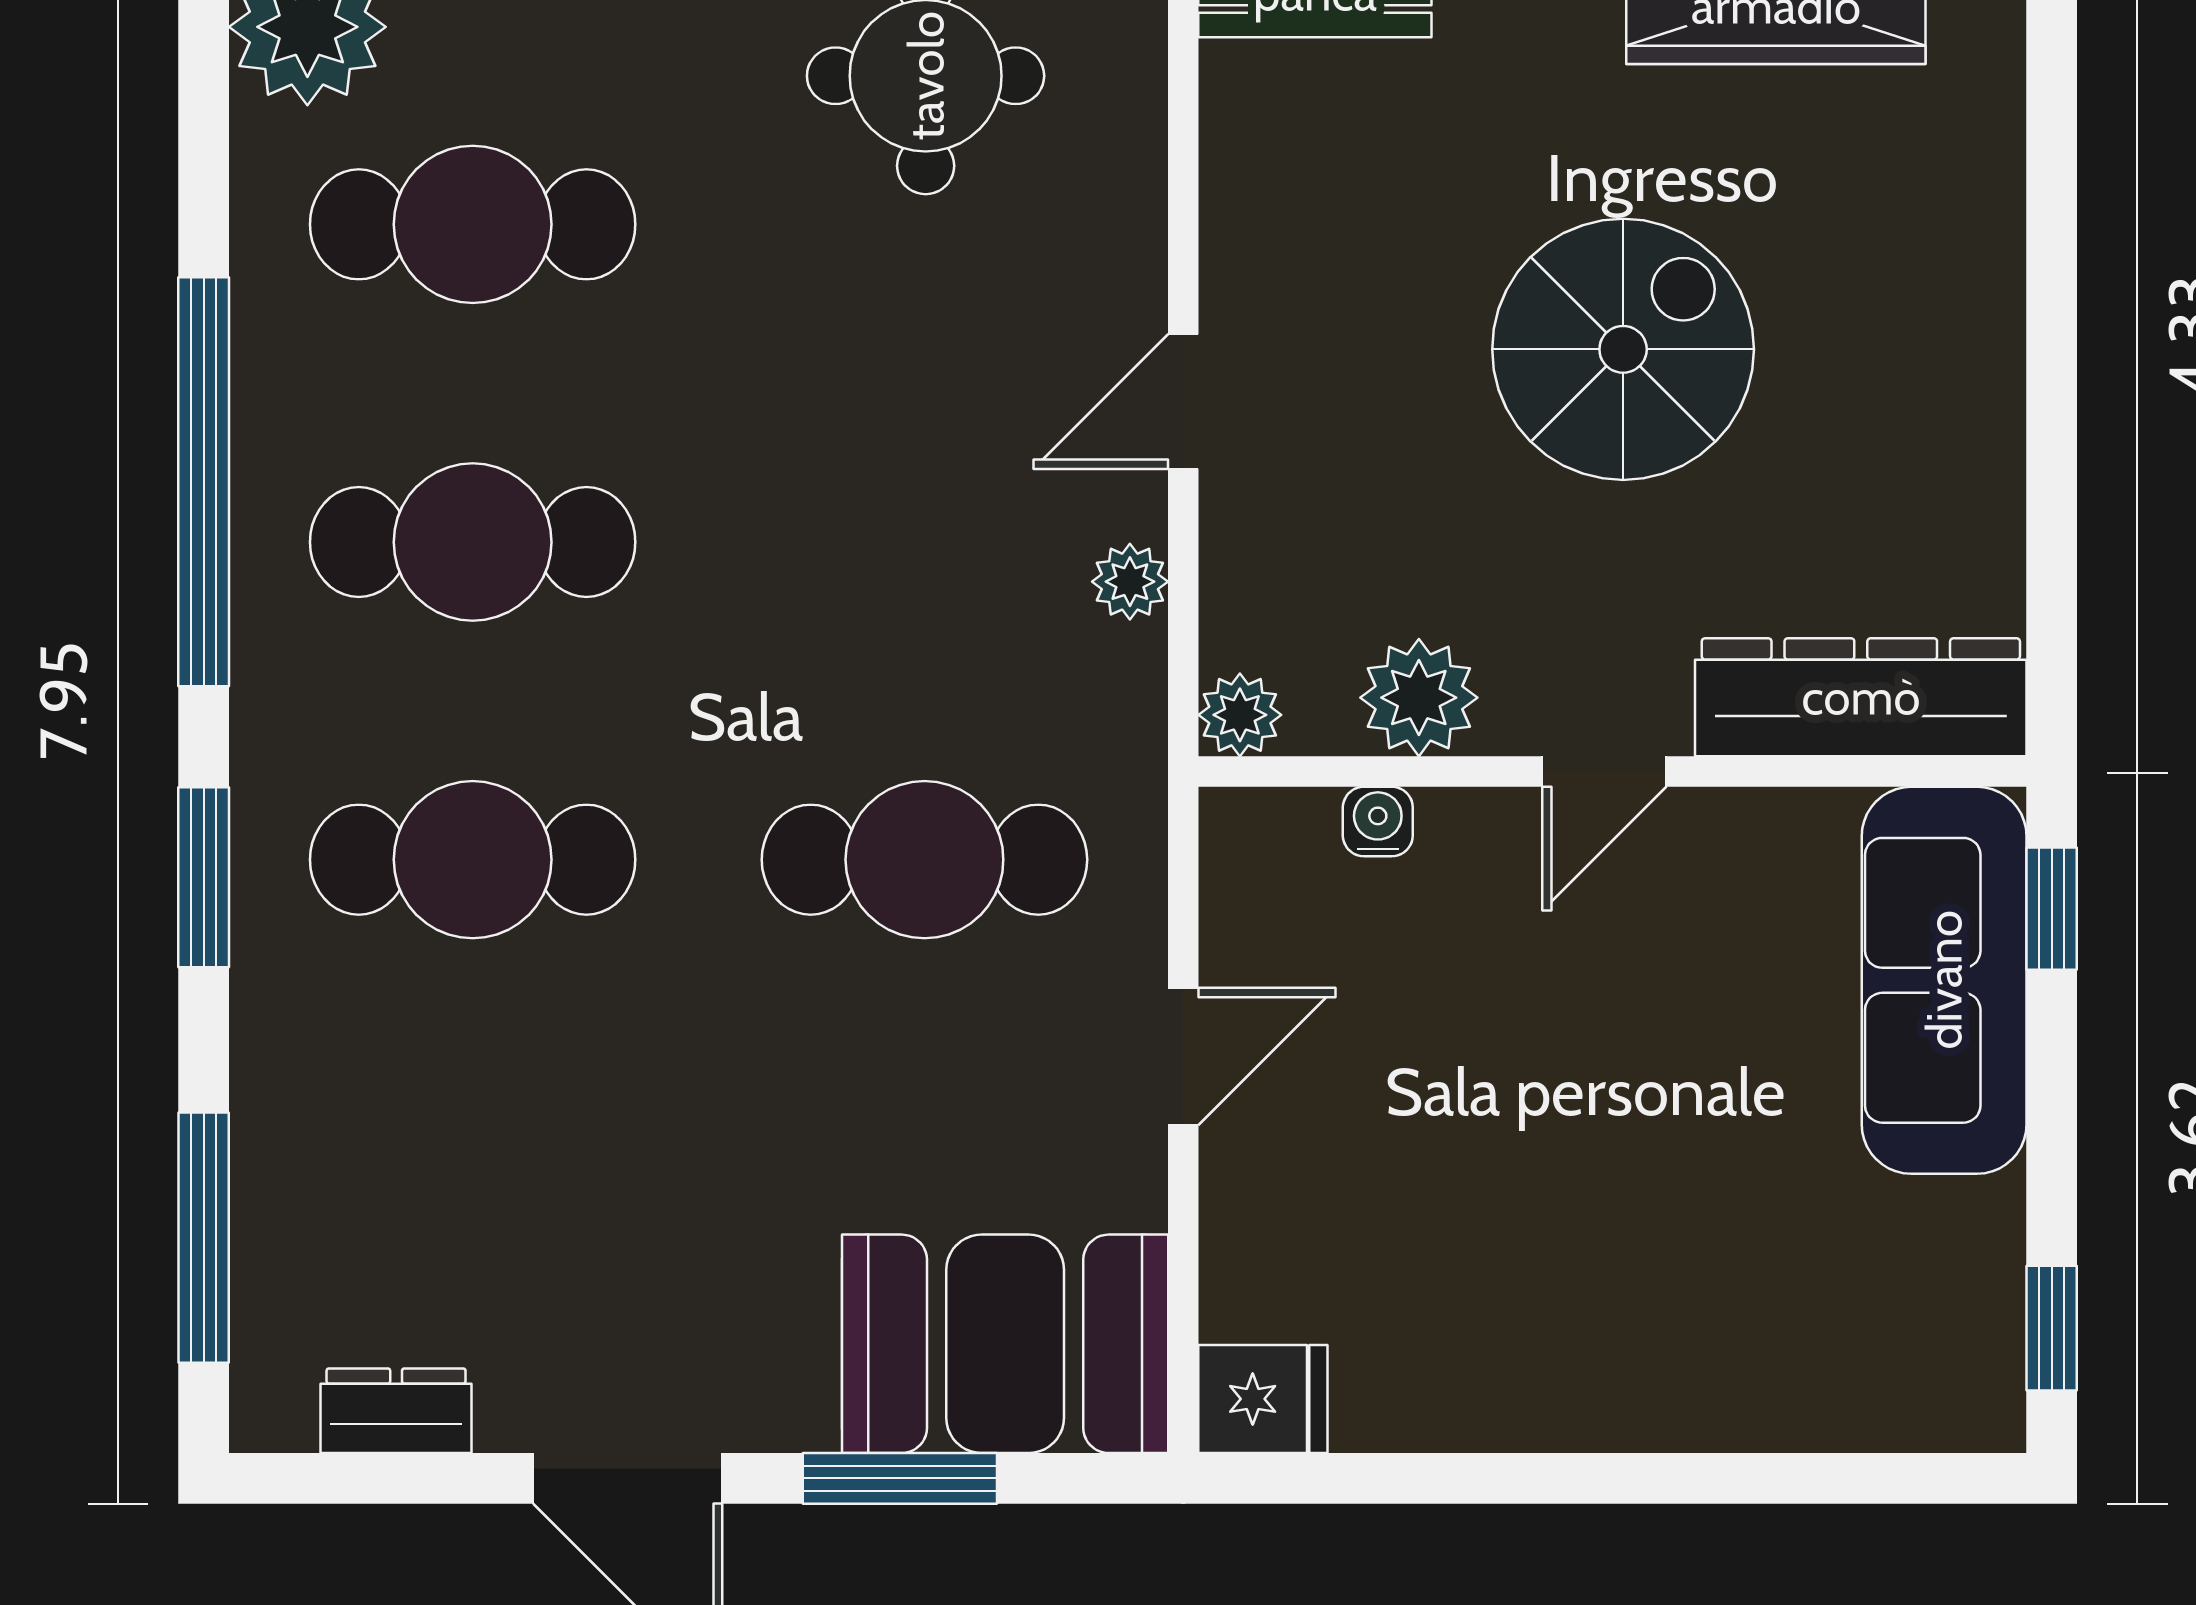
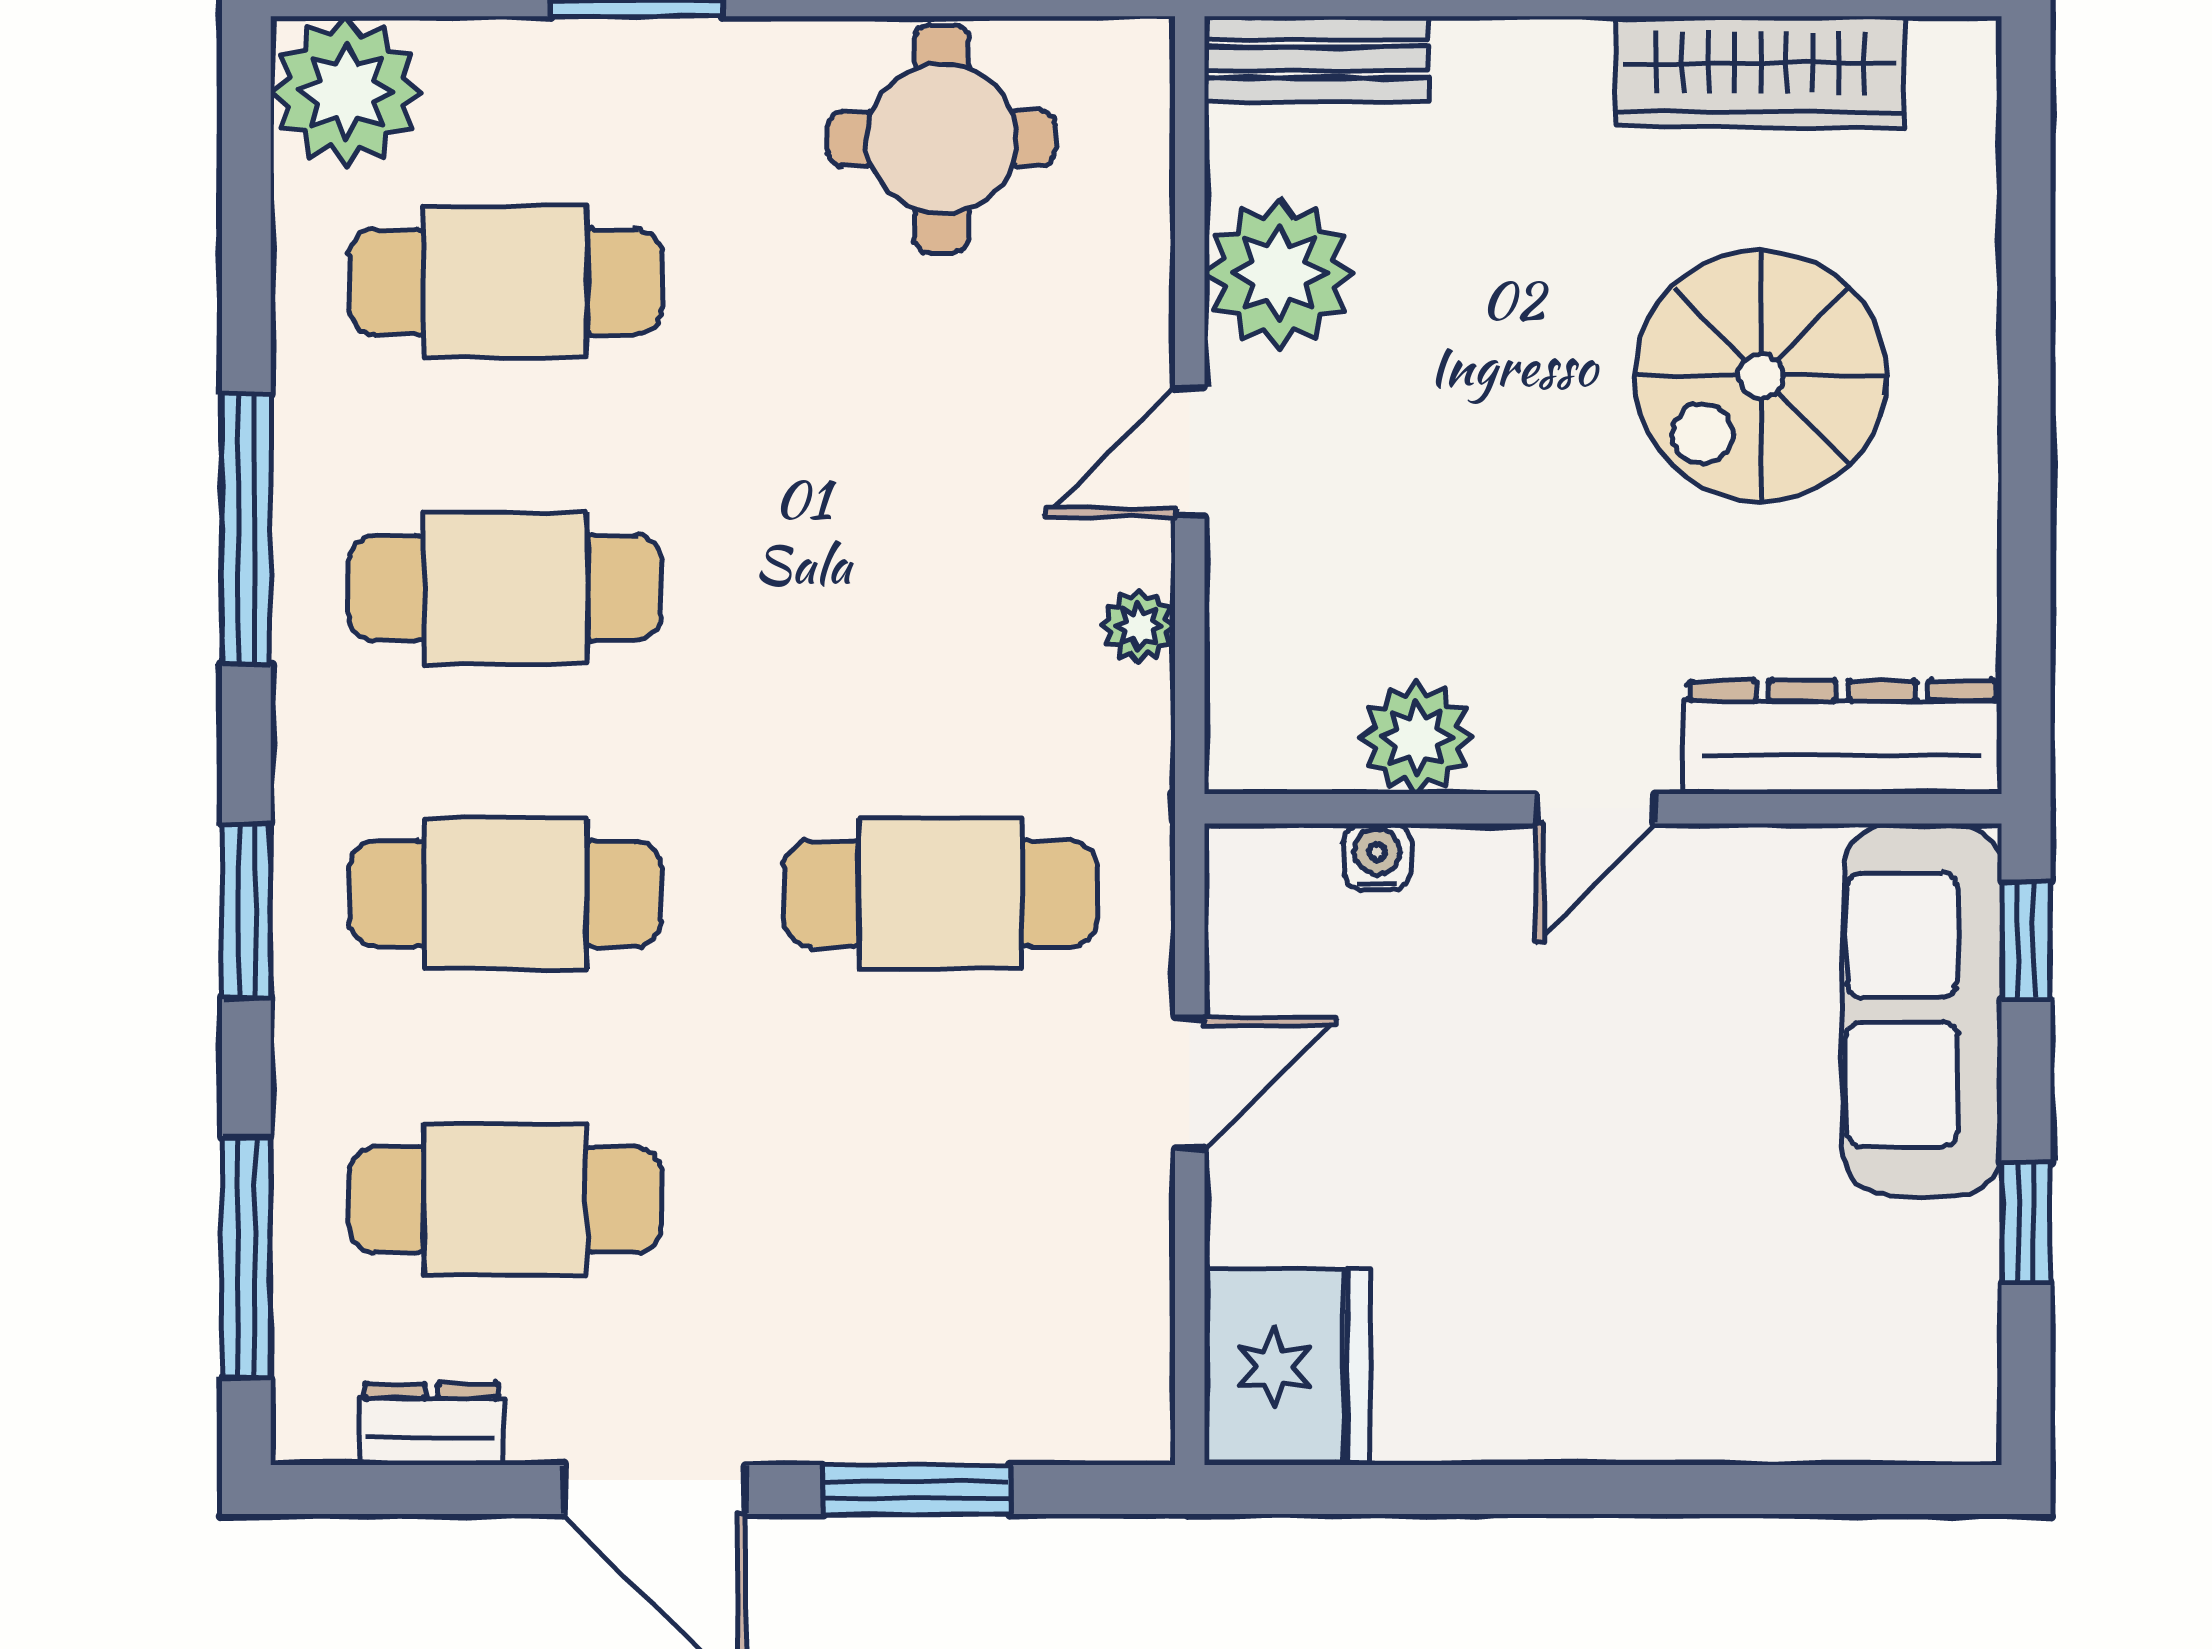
spiral stairs: (1623, 349) -> (1761, 376), moved, turned 180
window: (204, 482) -> (246, 530), width x0.68
plant: (1240, 715) -> (1279, 273), moved, width x1.88, depth x1.88
cafe table: (473, 1177) -> (505, 1200), added
window: (2052, 1328) -> (2026, 1222), moved
booth: (1005, 1344) -> (1018, 1360), removed
fridge: (1263, 1399) -> (1287, 1367), width x1.88, depth x1.34

